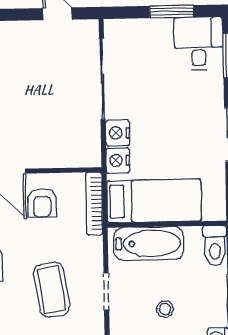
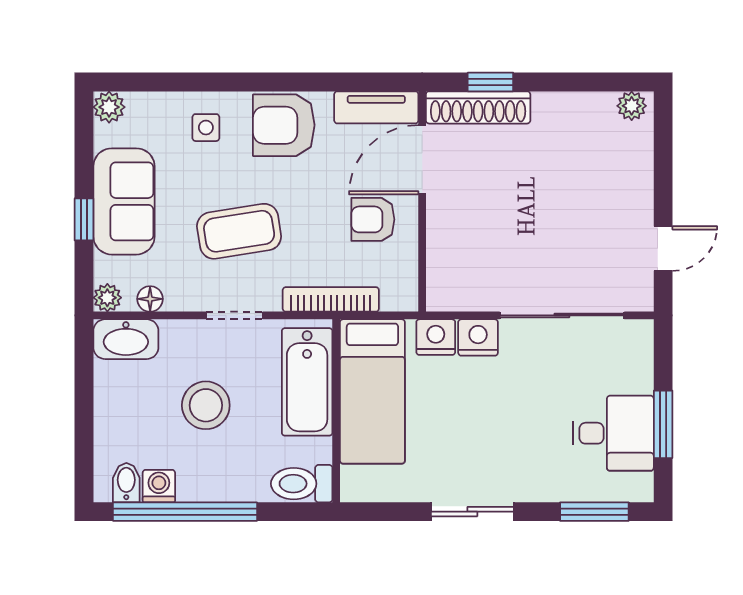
desk: (199, 43) -> (613, 433), moved
bookcase: (94, 203) -> (331, 299), moved
stool: (165, 309) -> (206, 405), width x1.89, depth x1.89

